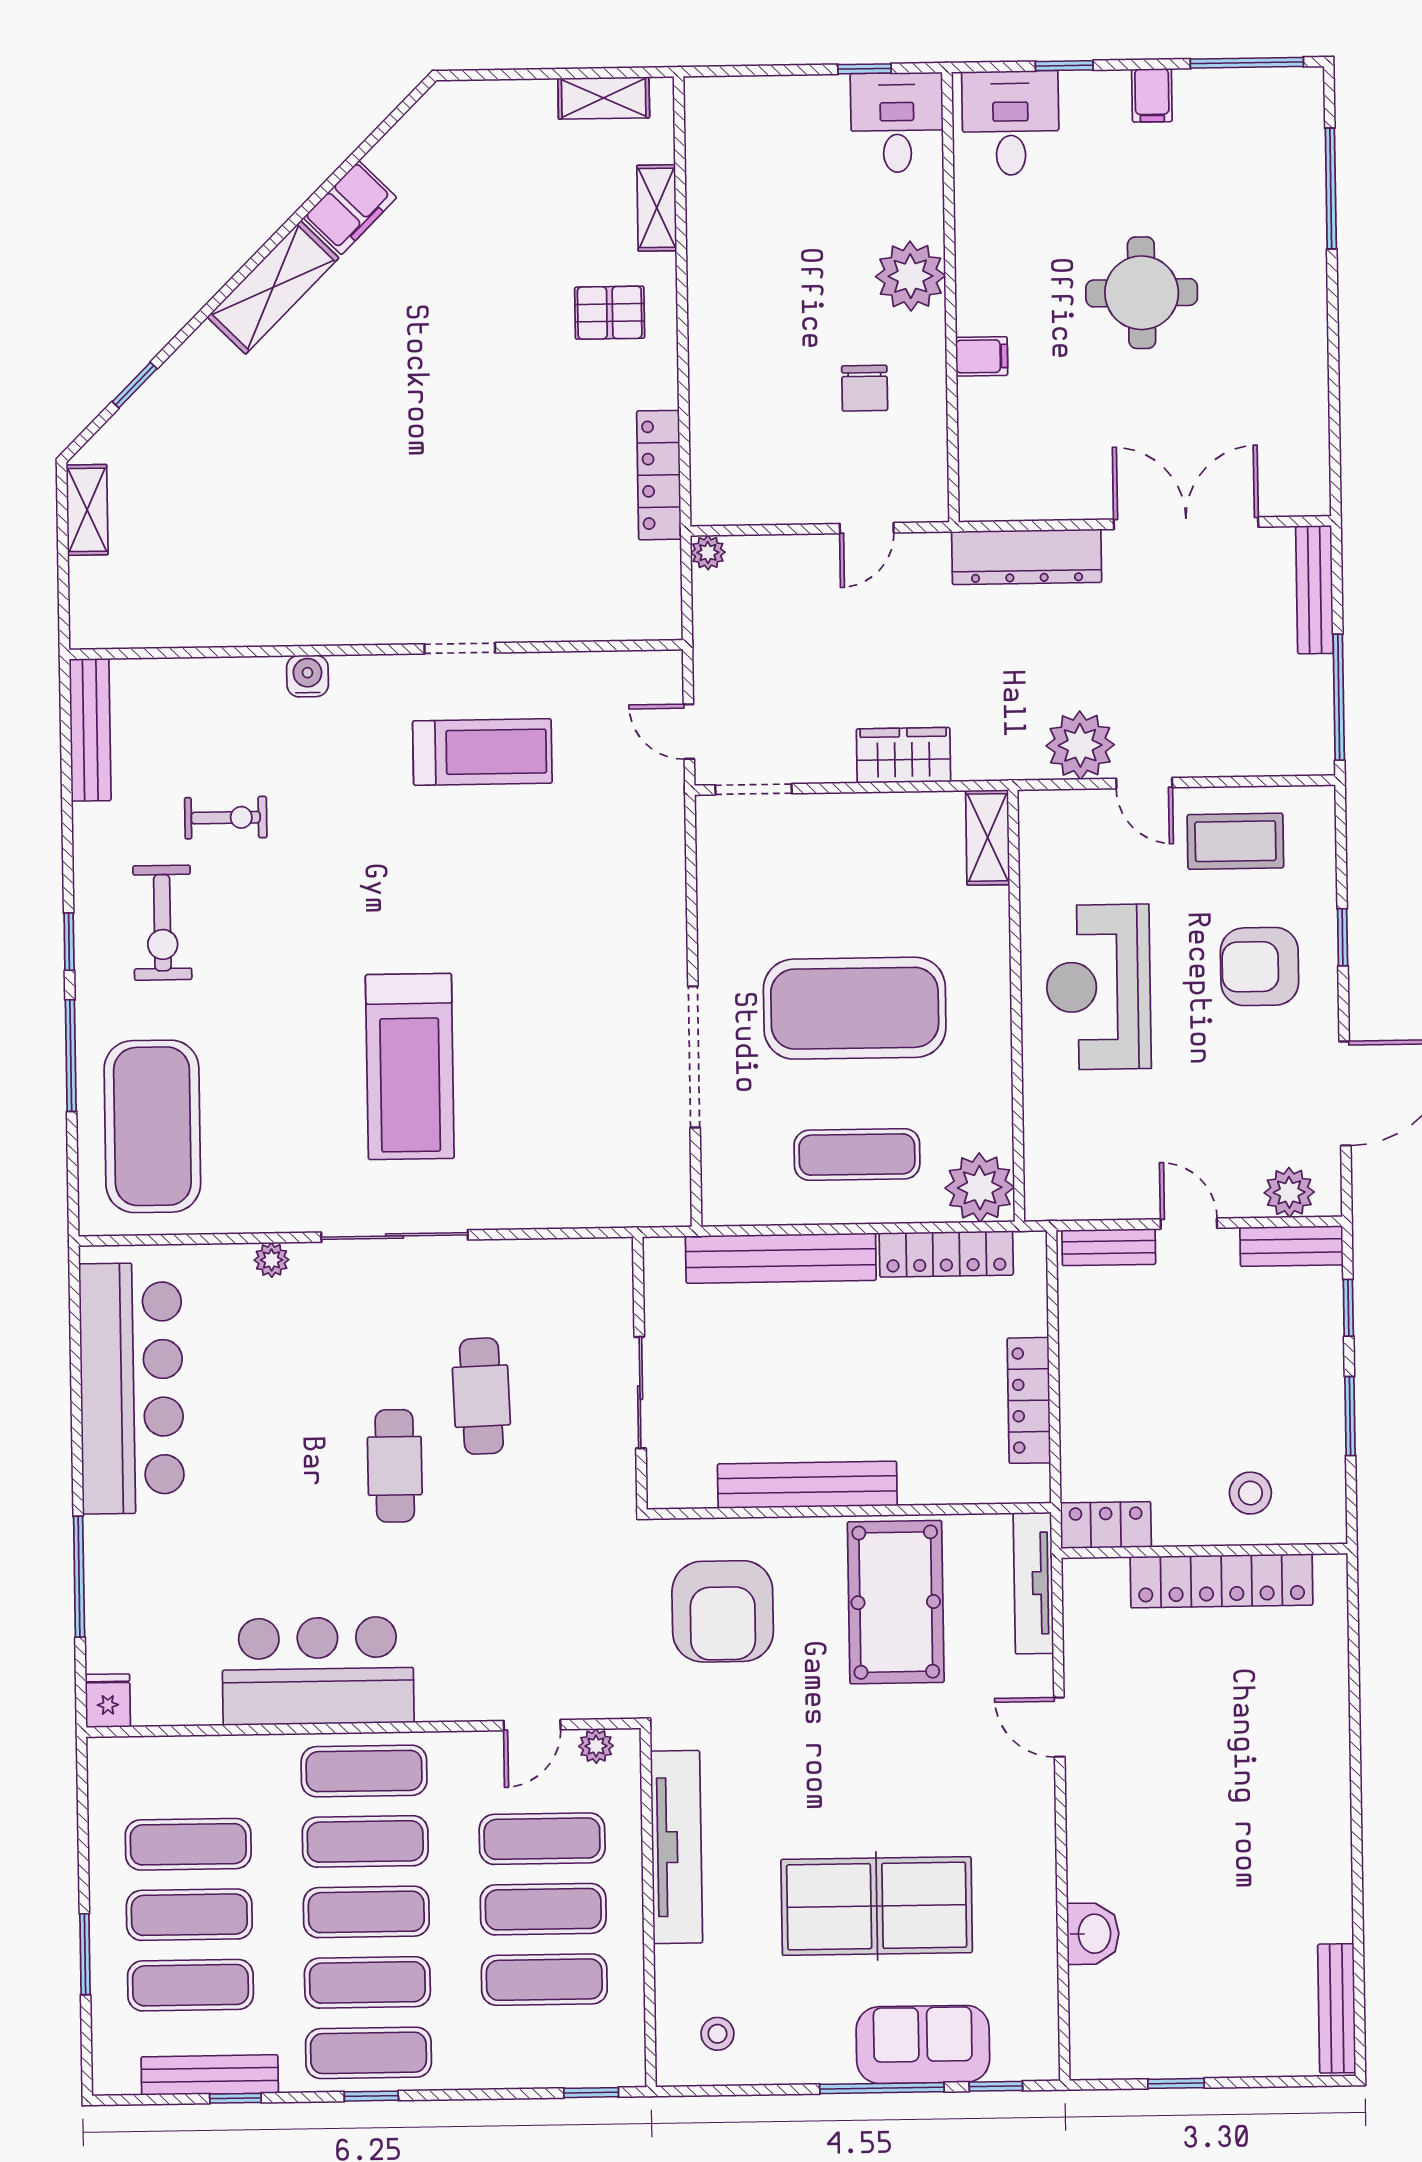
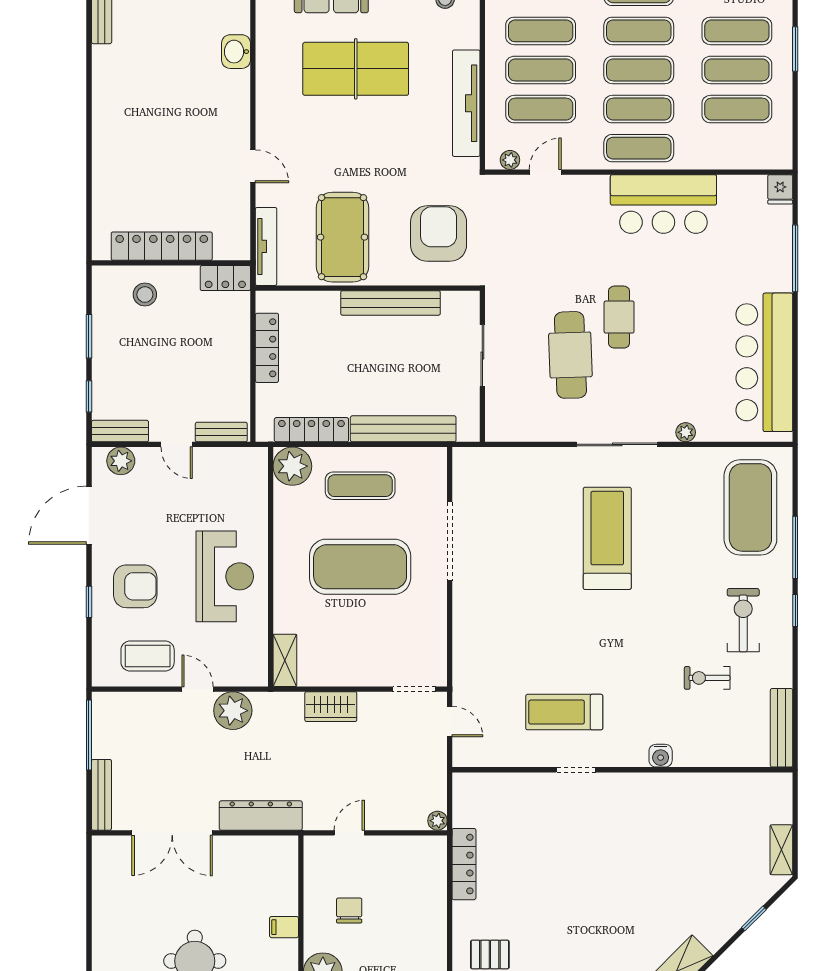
cafe table: (481, 1396) -> (570, 355), width x1.37, depth x1.35

